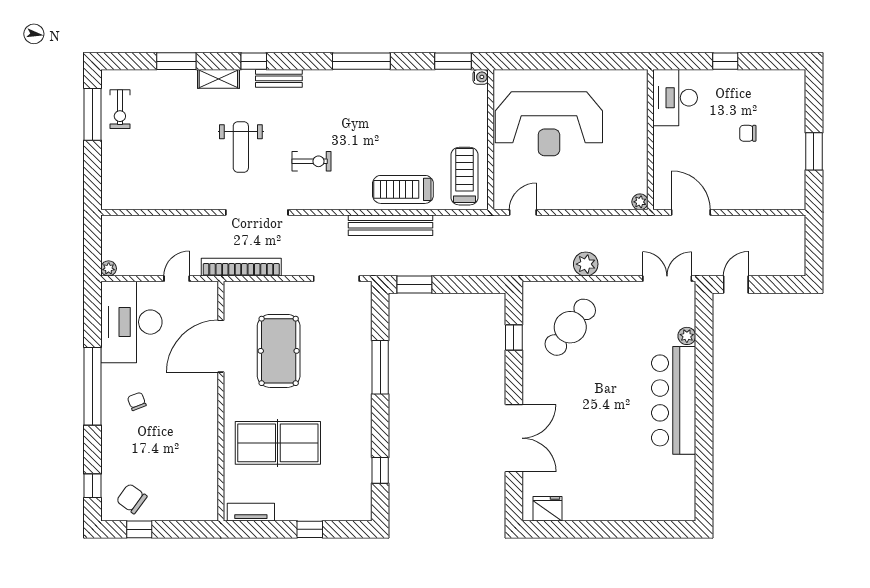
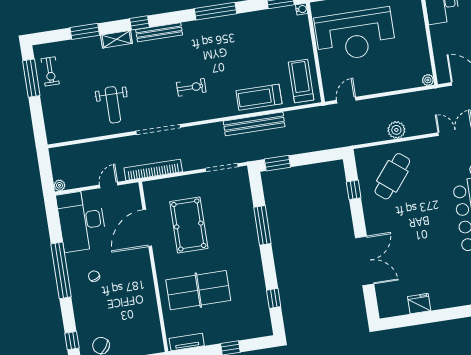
bench: (279, 78) -> (159, 32), width x1.36
weight bench: (241, 147) -> (113, 105), moved
fridge: (547, 509) -> (419, 304), moved

